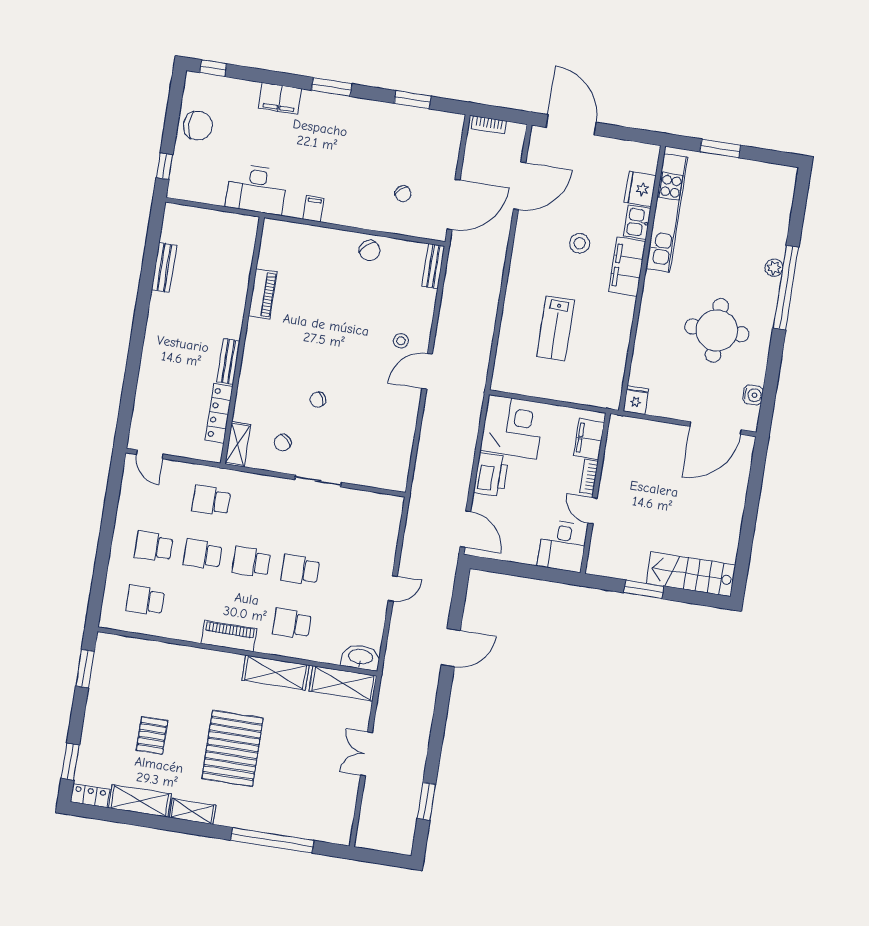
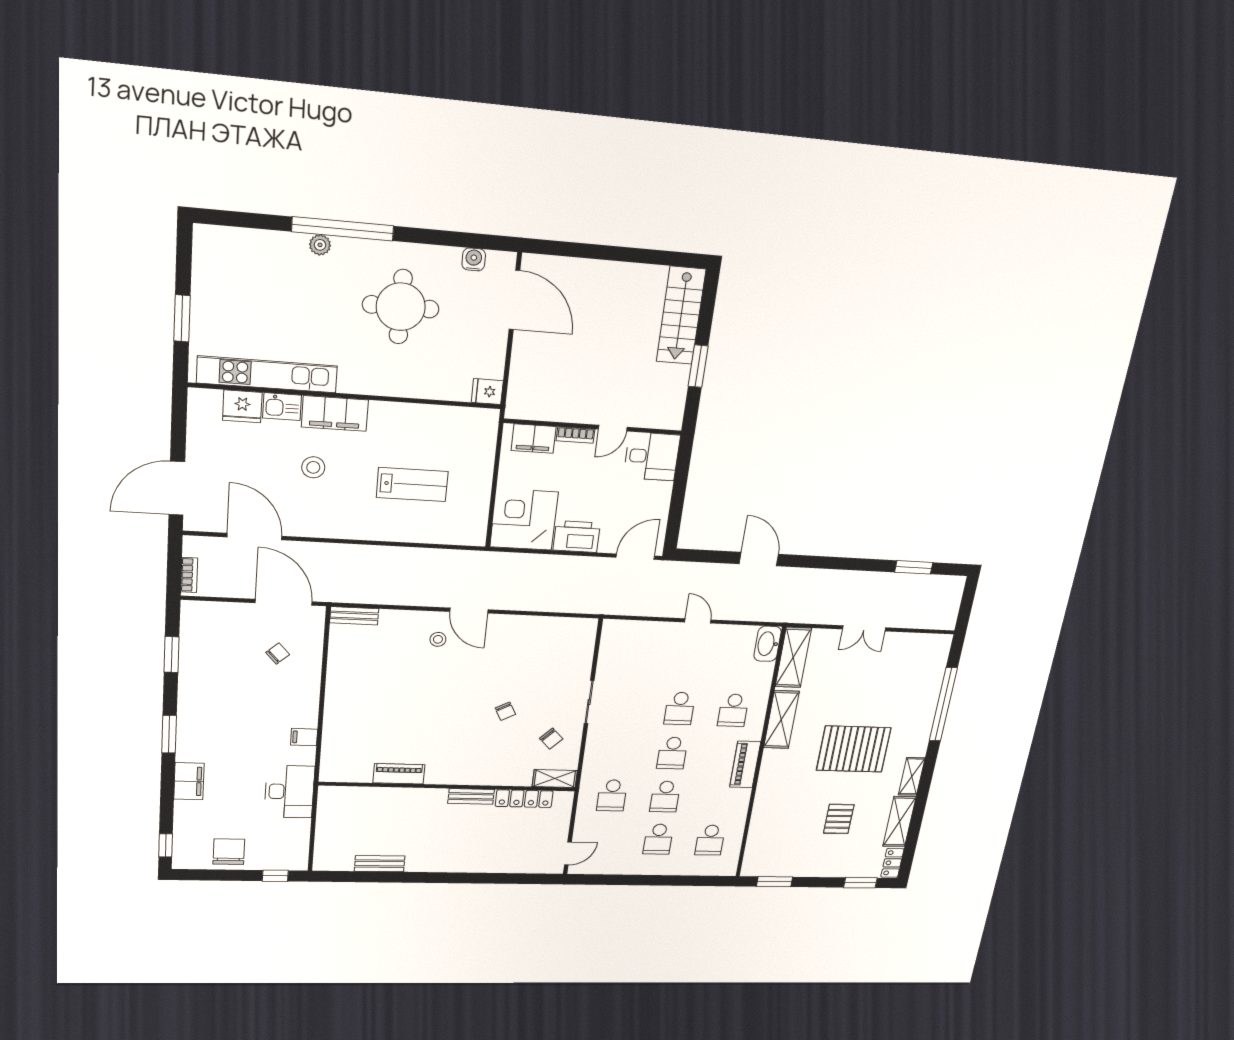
chair: (370, 251) -> (343, 679), removed
pallet: (152, 735) -> (839, 819), turned 90

